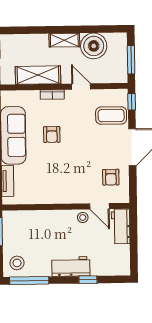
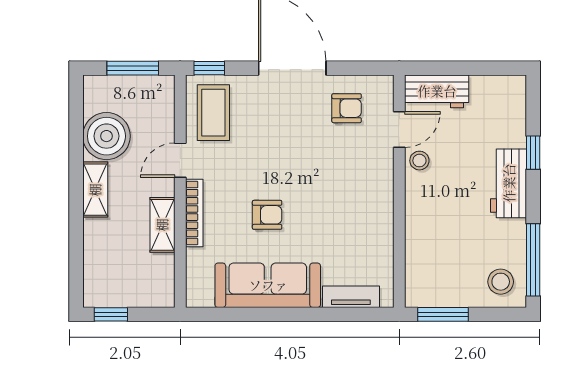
shelving: (38, 75) -> (162, 225), width x0.67, depth x0.75
bookcase: (52, 95) -> (194, 213), width x1.56
coffee table: (111, 116) -> (213, 113), moved

